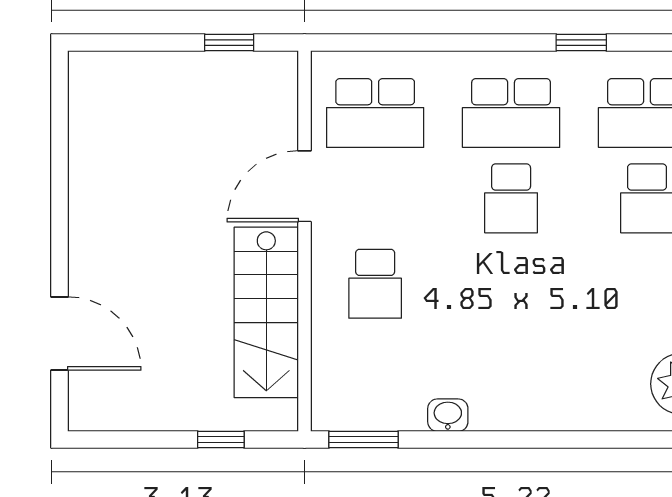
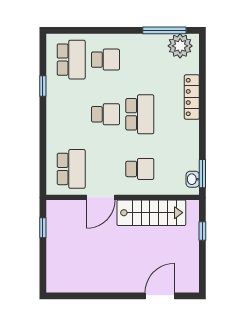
school desk: (511, 113) -> (140, 114), moved
door: (304, 186) -> (101, 197), hinge flipped
locker: (554, 413) -> (192, 97), added
washbasin: (448, 415) -> (193, 179), moved

